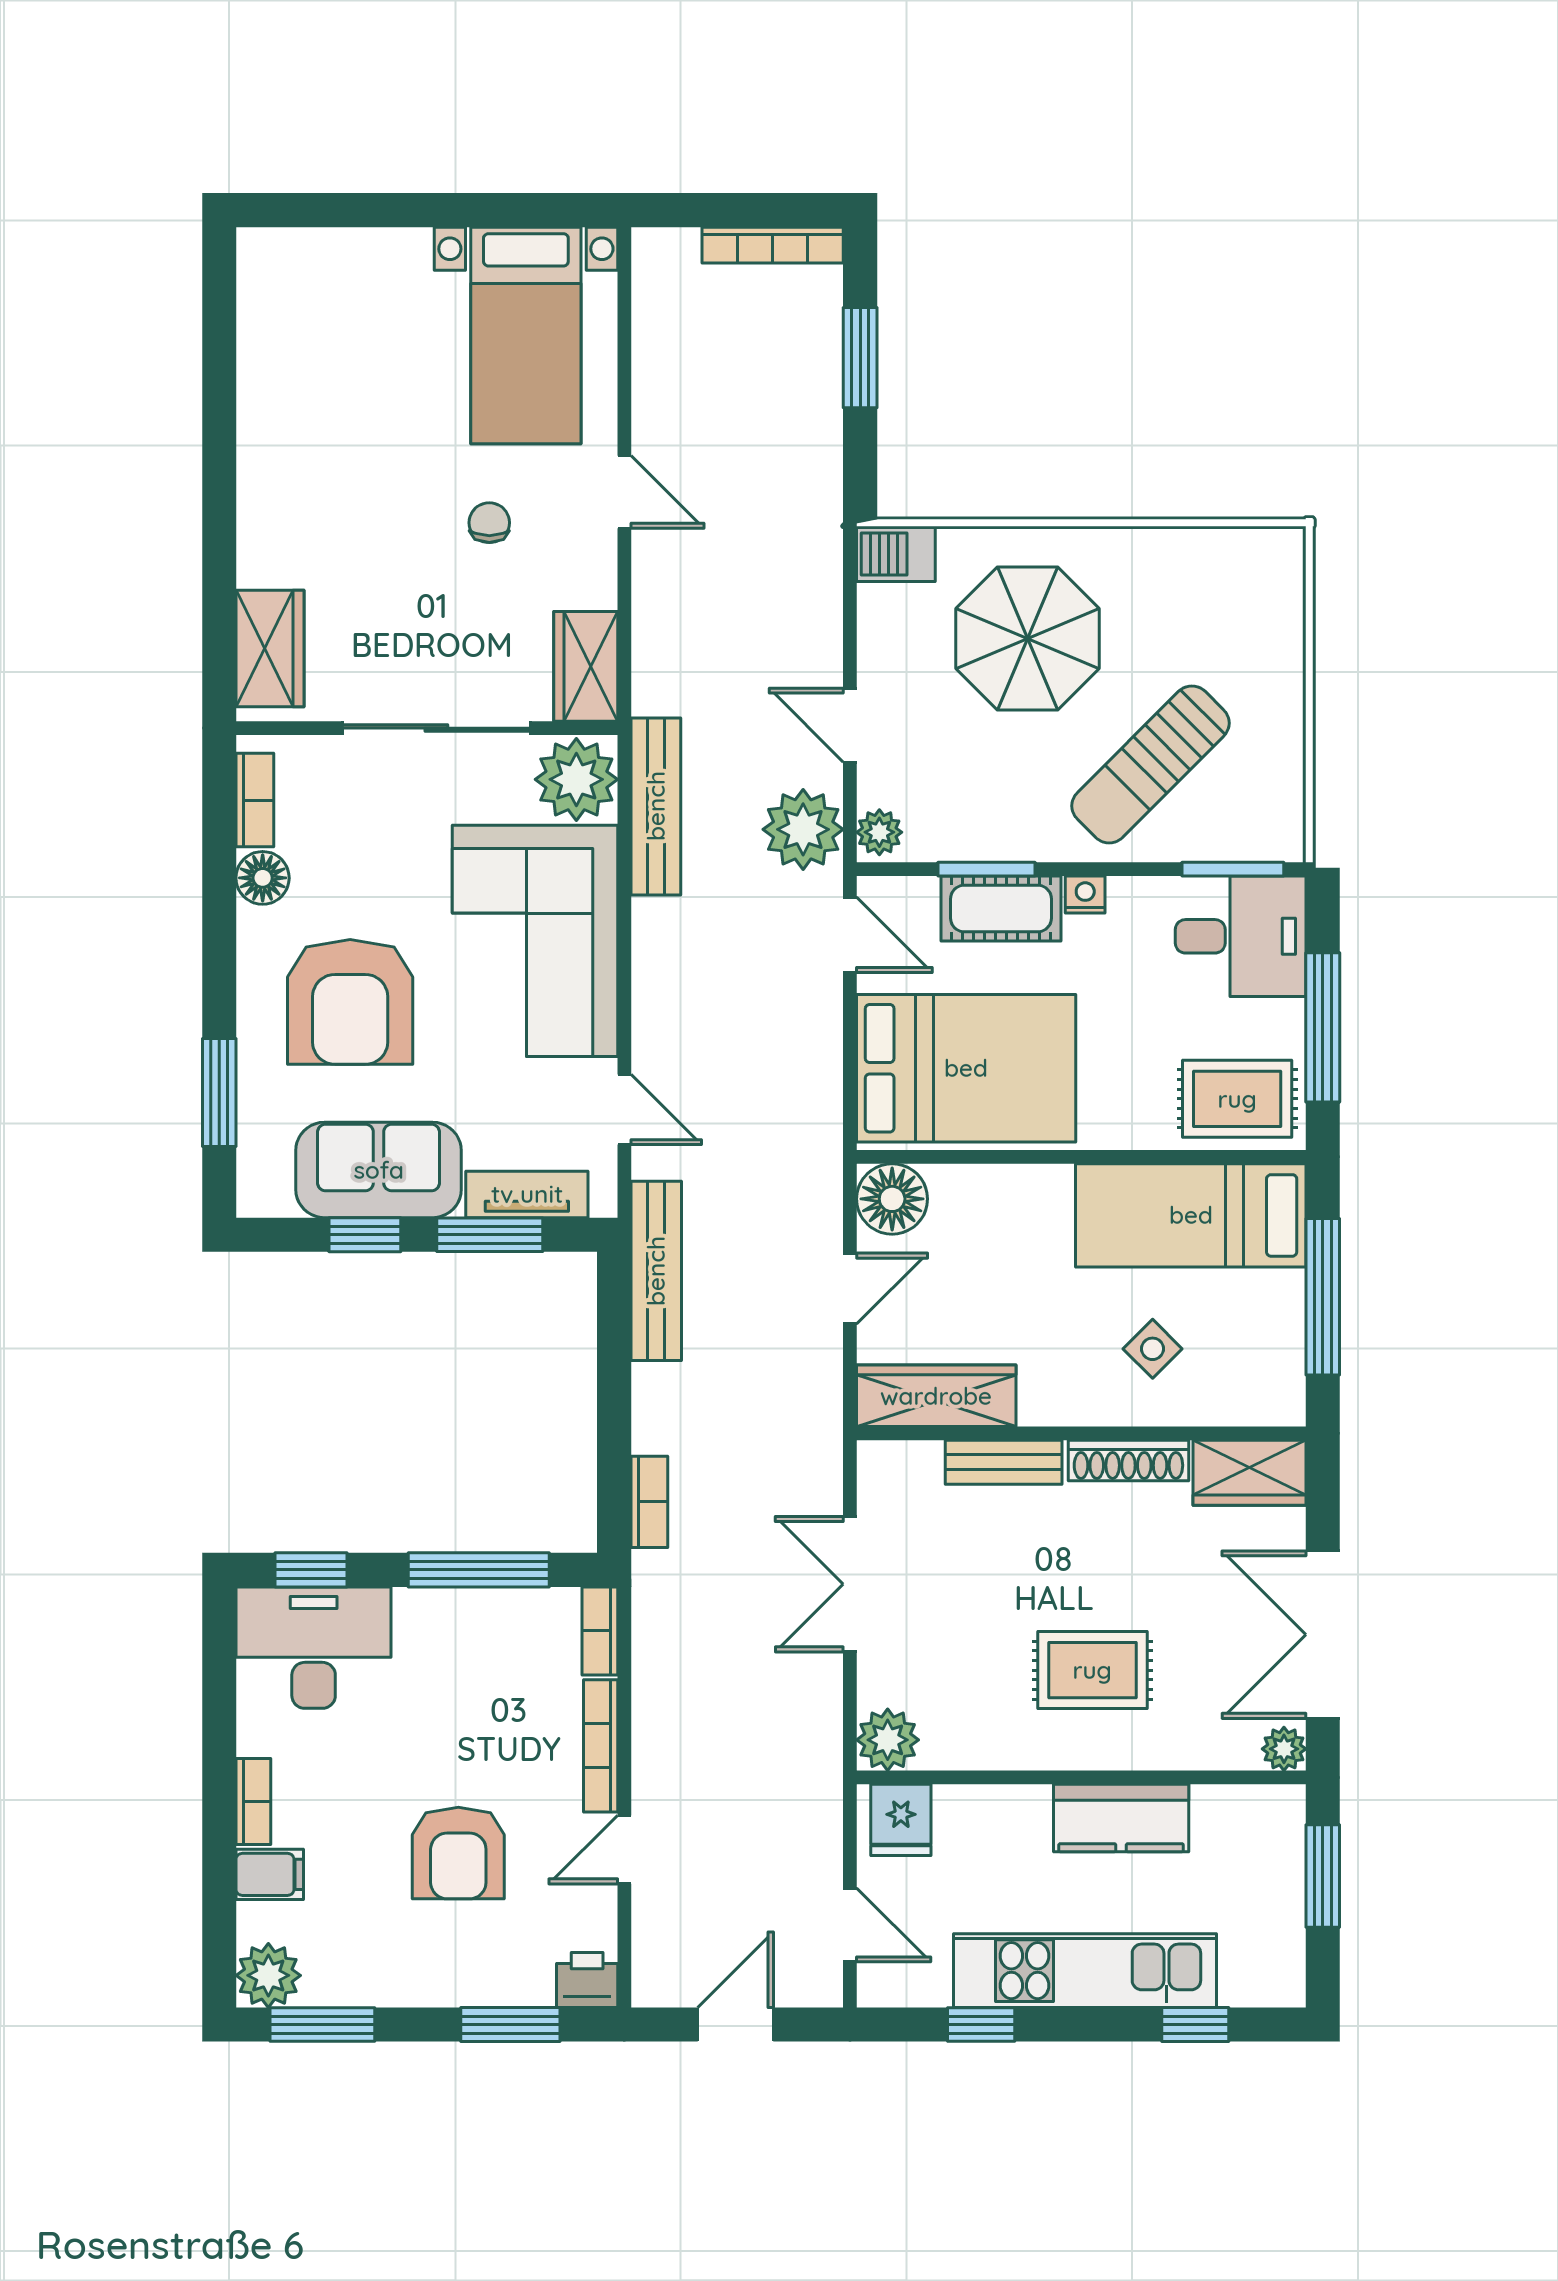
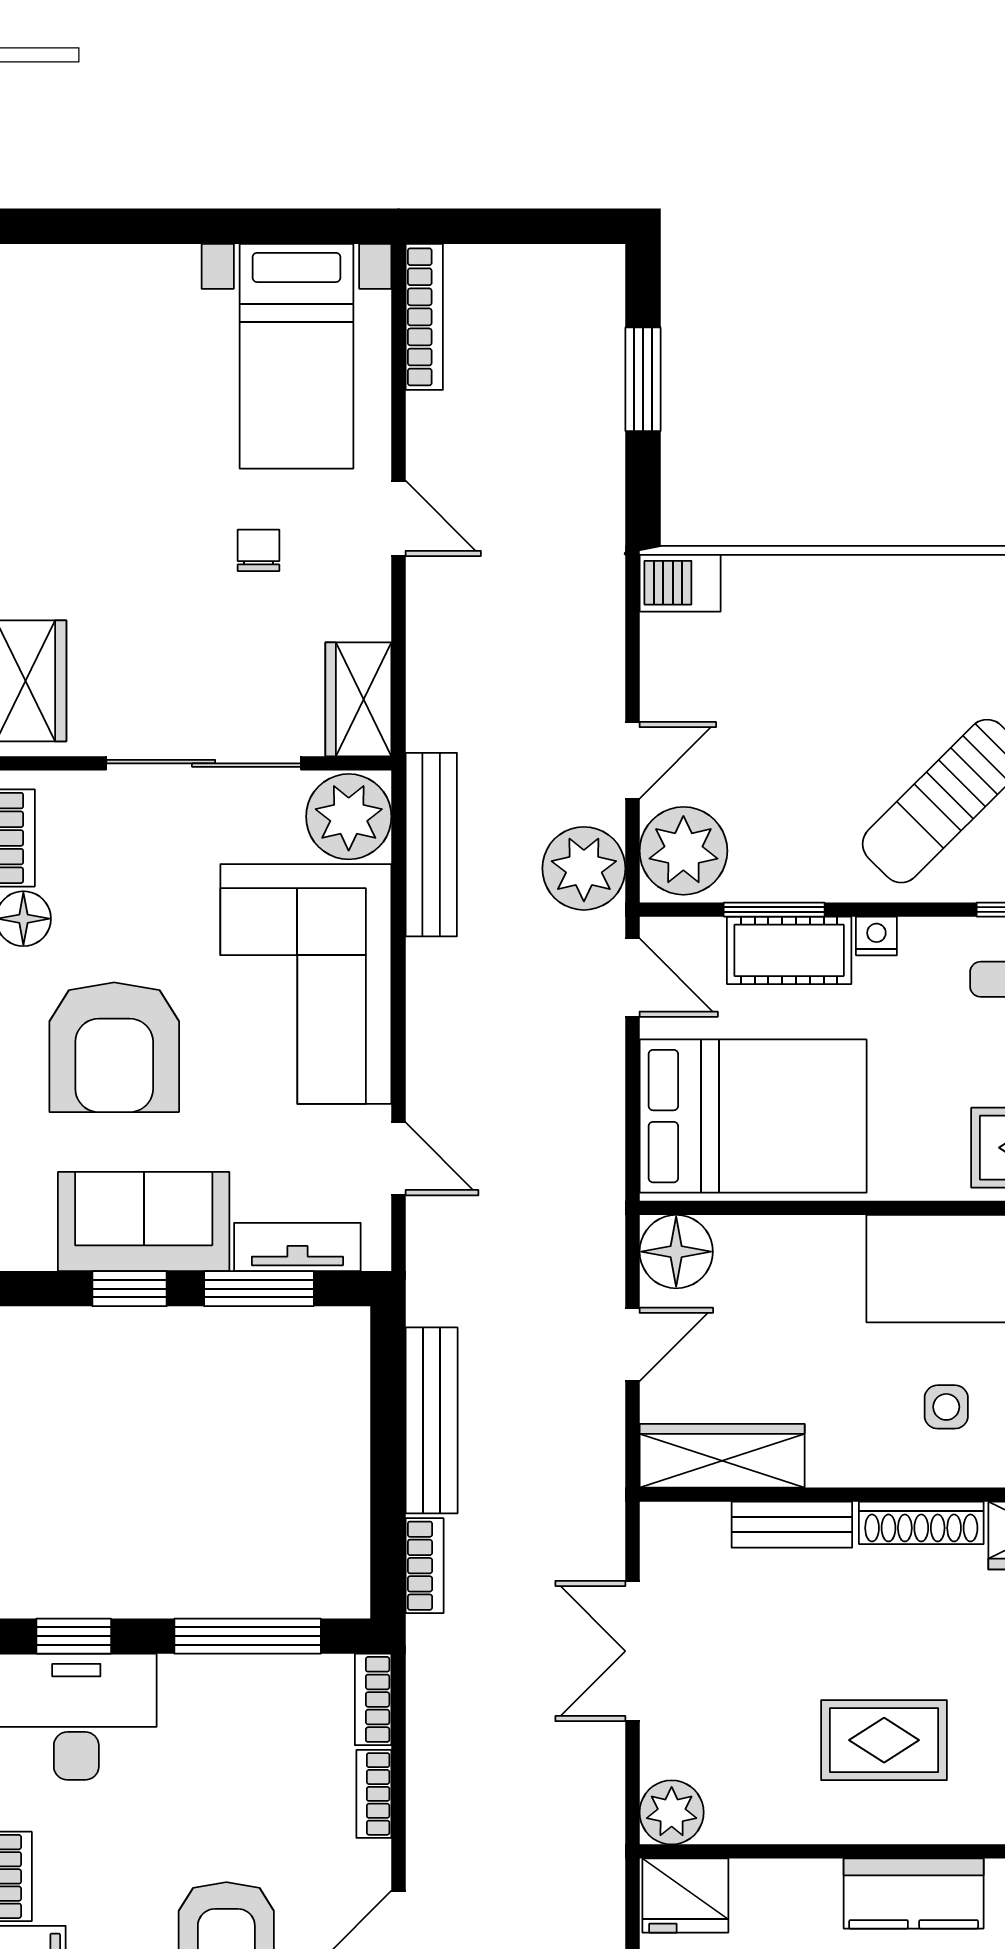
bookcase: (773, 245) -> (424, 317), moved, turned -90
parasol: (1027, 638) -> (817, 670), removed
door: (850, 725) -> (633, 760), swing flipped
plant: (879, 832) -> (683, 851), width x1.88, depth x1.88
bench: (656, 1271) -> (432, 1420), moved
side table: (1153, 1349) -> (946, 1407), turned 45
bookcase: (601, 1746) -> (374, 1794), width x0.64
fridge: (901, 1820) -> (685, 1896), width x1.38

